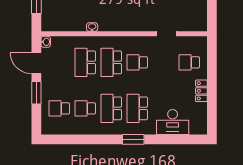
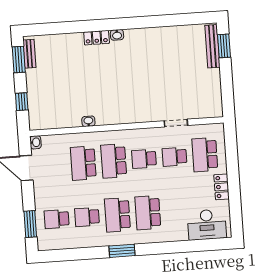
school desk: (163, 62) -> (174, 157), added
school desk: (189, 62) -> (205, 155), width x1.85
window: (36, 93) -> (30, 224), moved
desk: (173, 122) -> (207, 225), moved
window: (133, 139) -> (122, 251), moved

